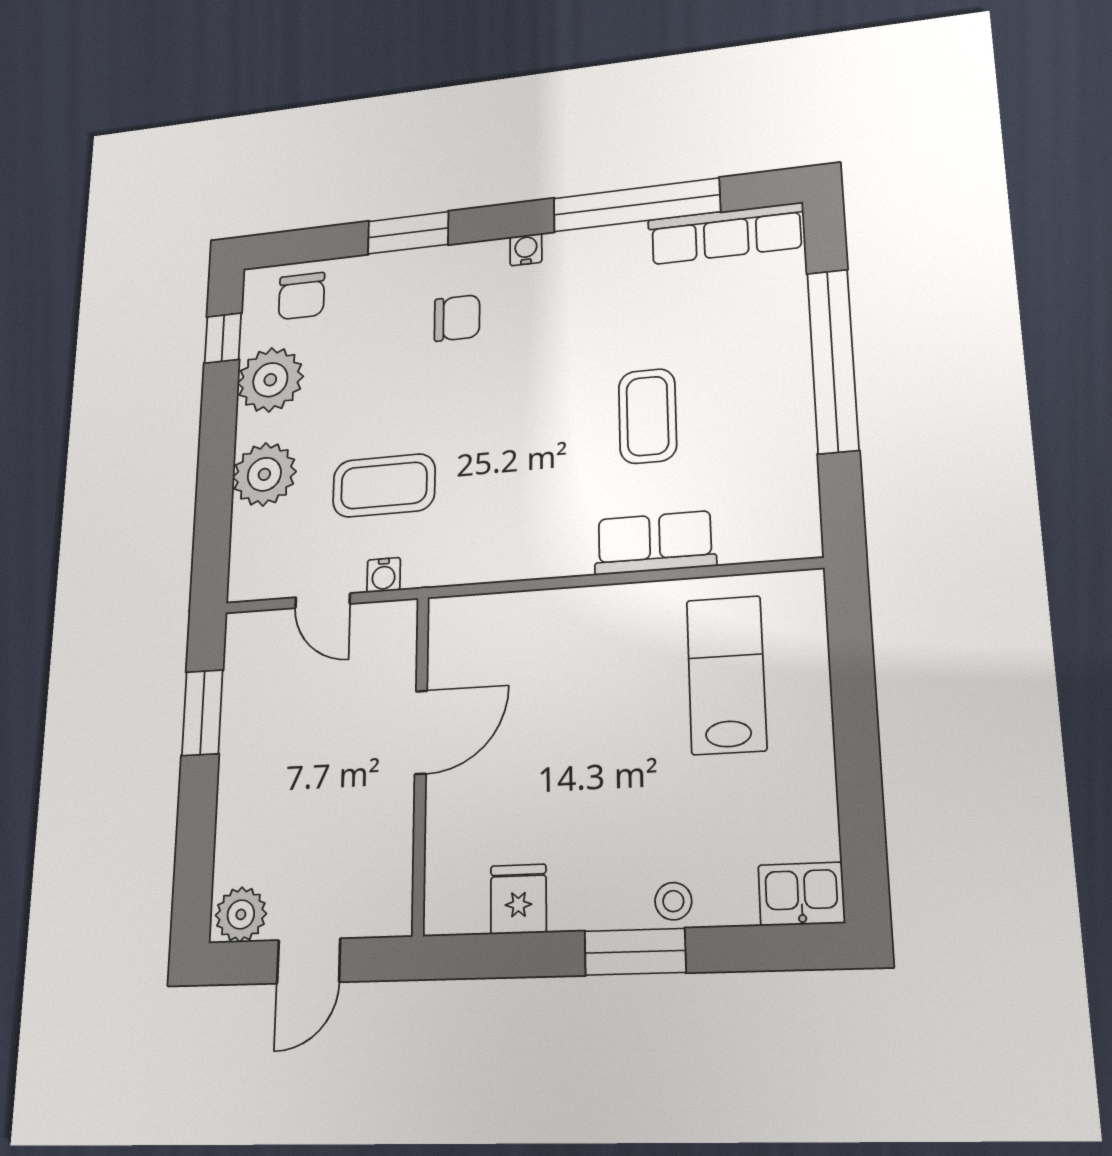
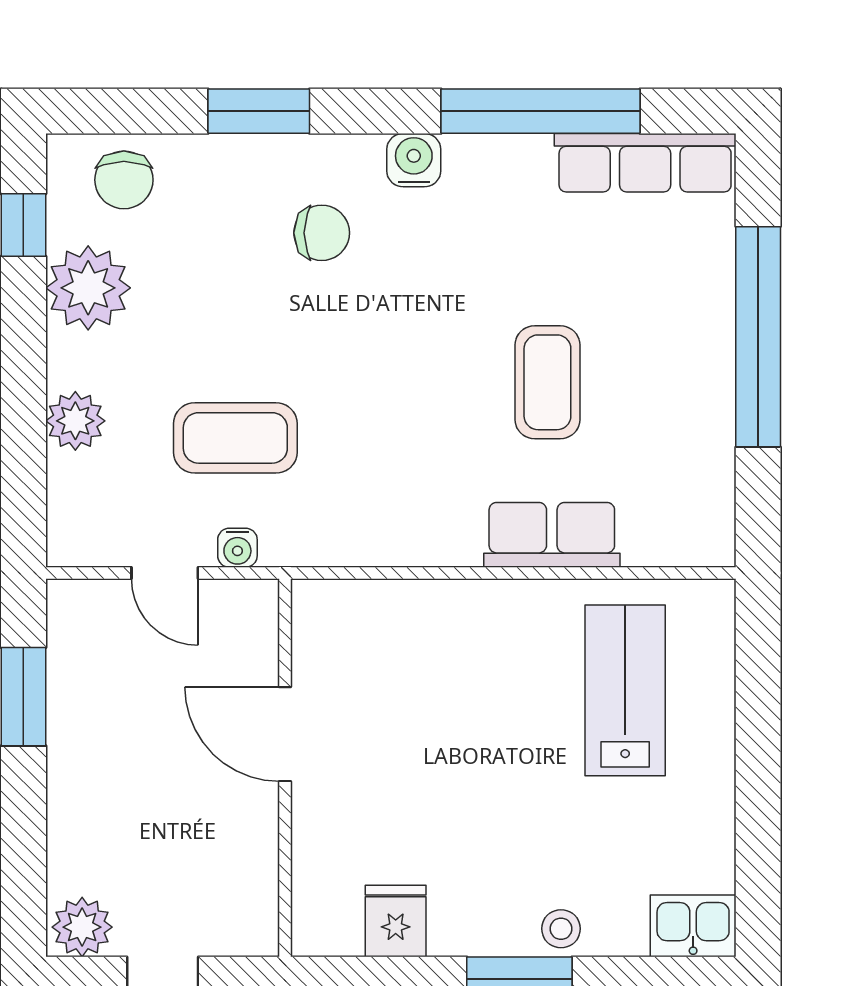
water cooler: (526, 249) -> (414, 160), width x1.38, depth x1.38
plant: (264, 474) -> (75, 421), width x0.73, depth x0.73
door: (421, 732) -> (285, 734), swing flipped

